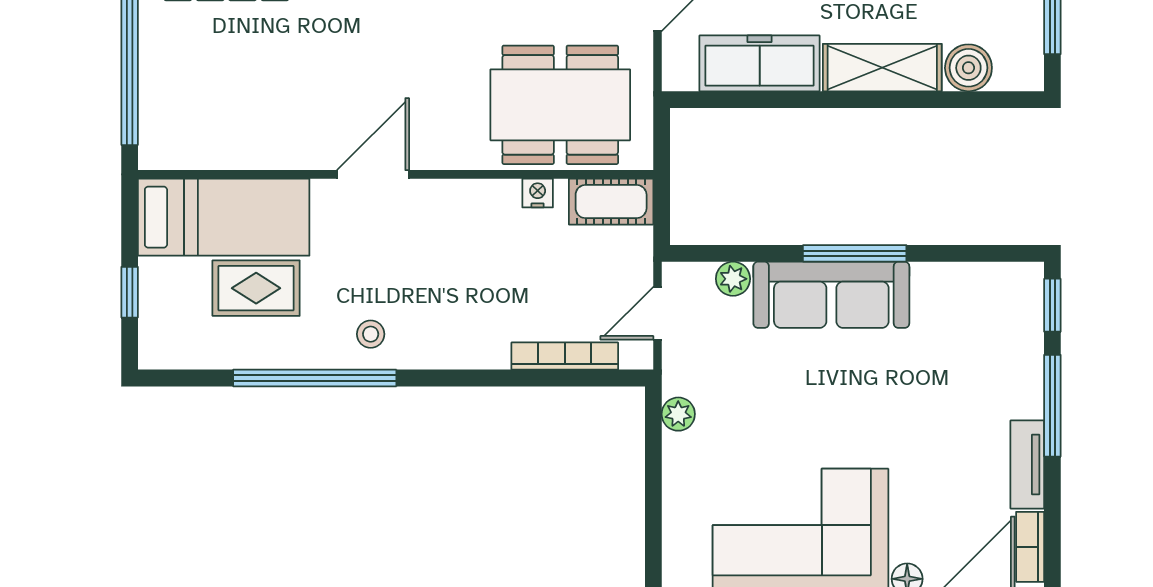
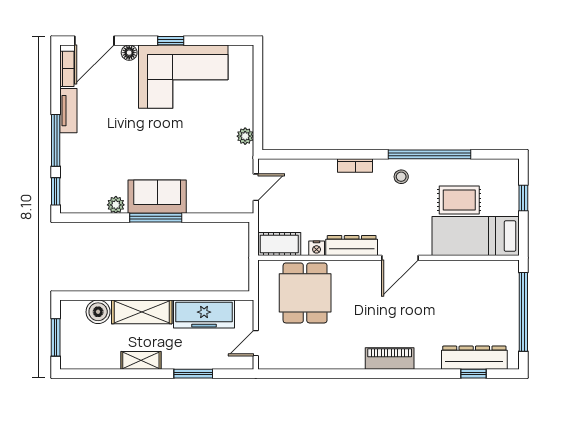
dining table: (560, 105) -> (305, 293), width x0.73
dresser: (468, 198) -> (352, 246), added
plant: (733, 279) -> (116, 205), moved
sofa: (831, 295) -> (157, 197), width x0.73
bookcase: (565, 356) -> (355, 166), moved, width x0.64

